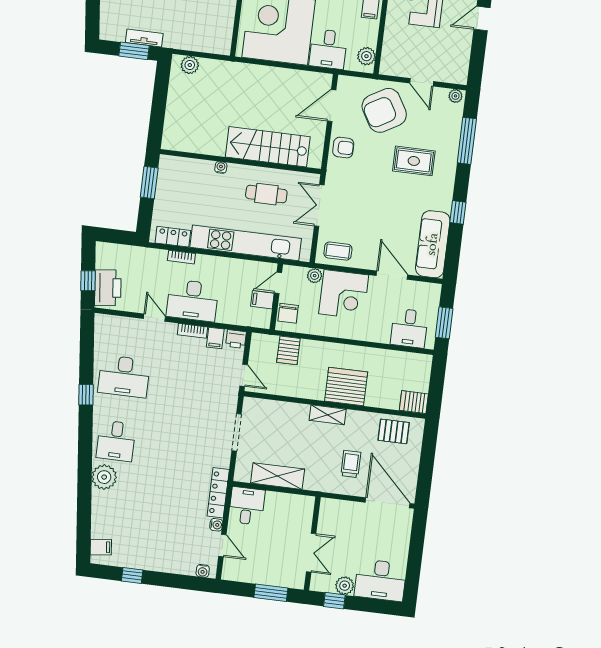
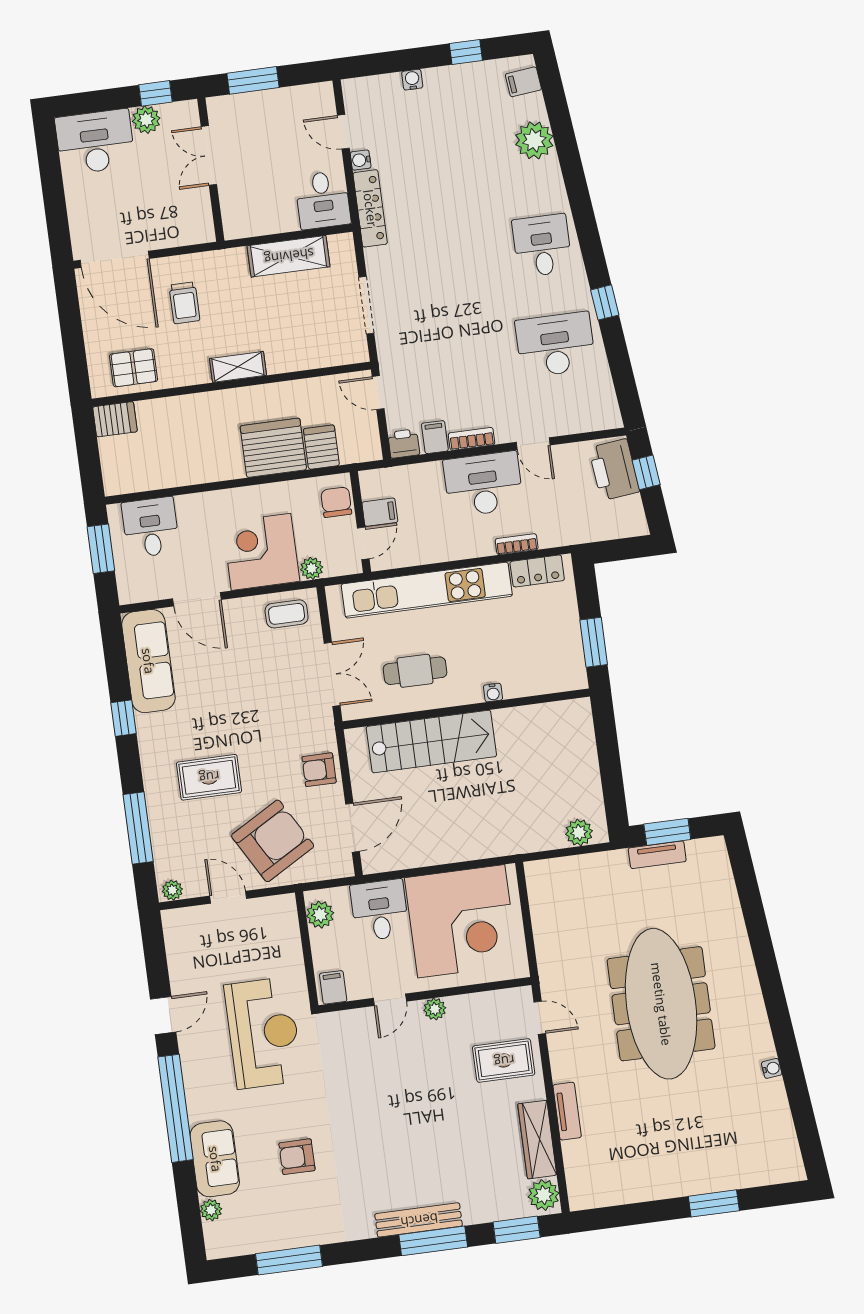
server rack: (346, 386) -> (273, 448), moved, turned 180
plant: (104, 477) -> (534, 140), moved
water cooler: (203, 571) -> (412, 80), moved

